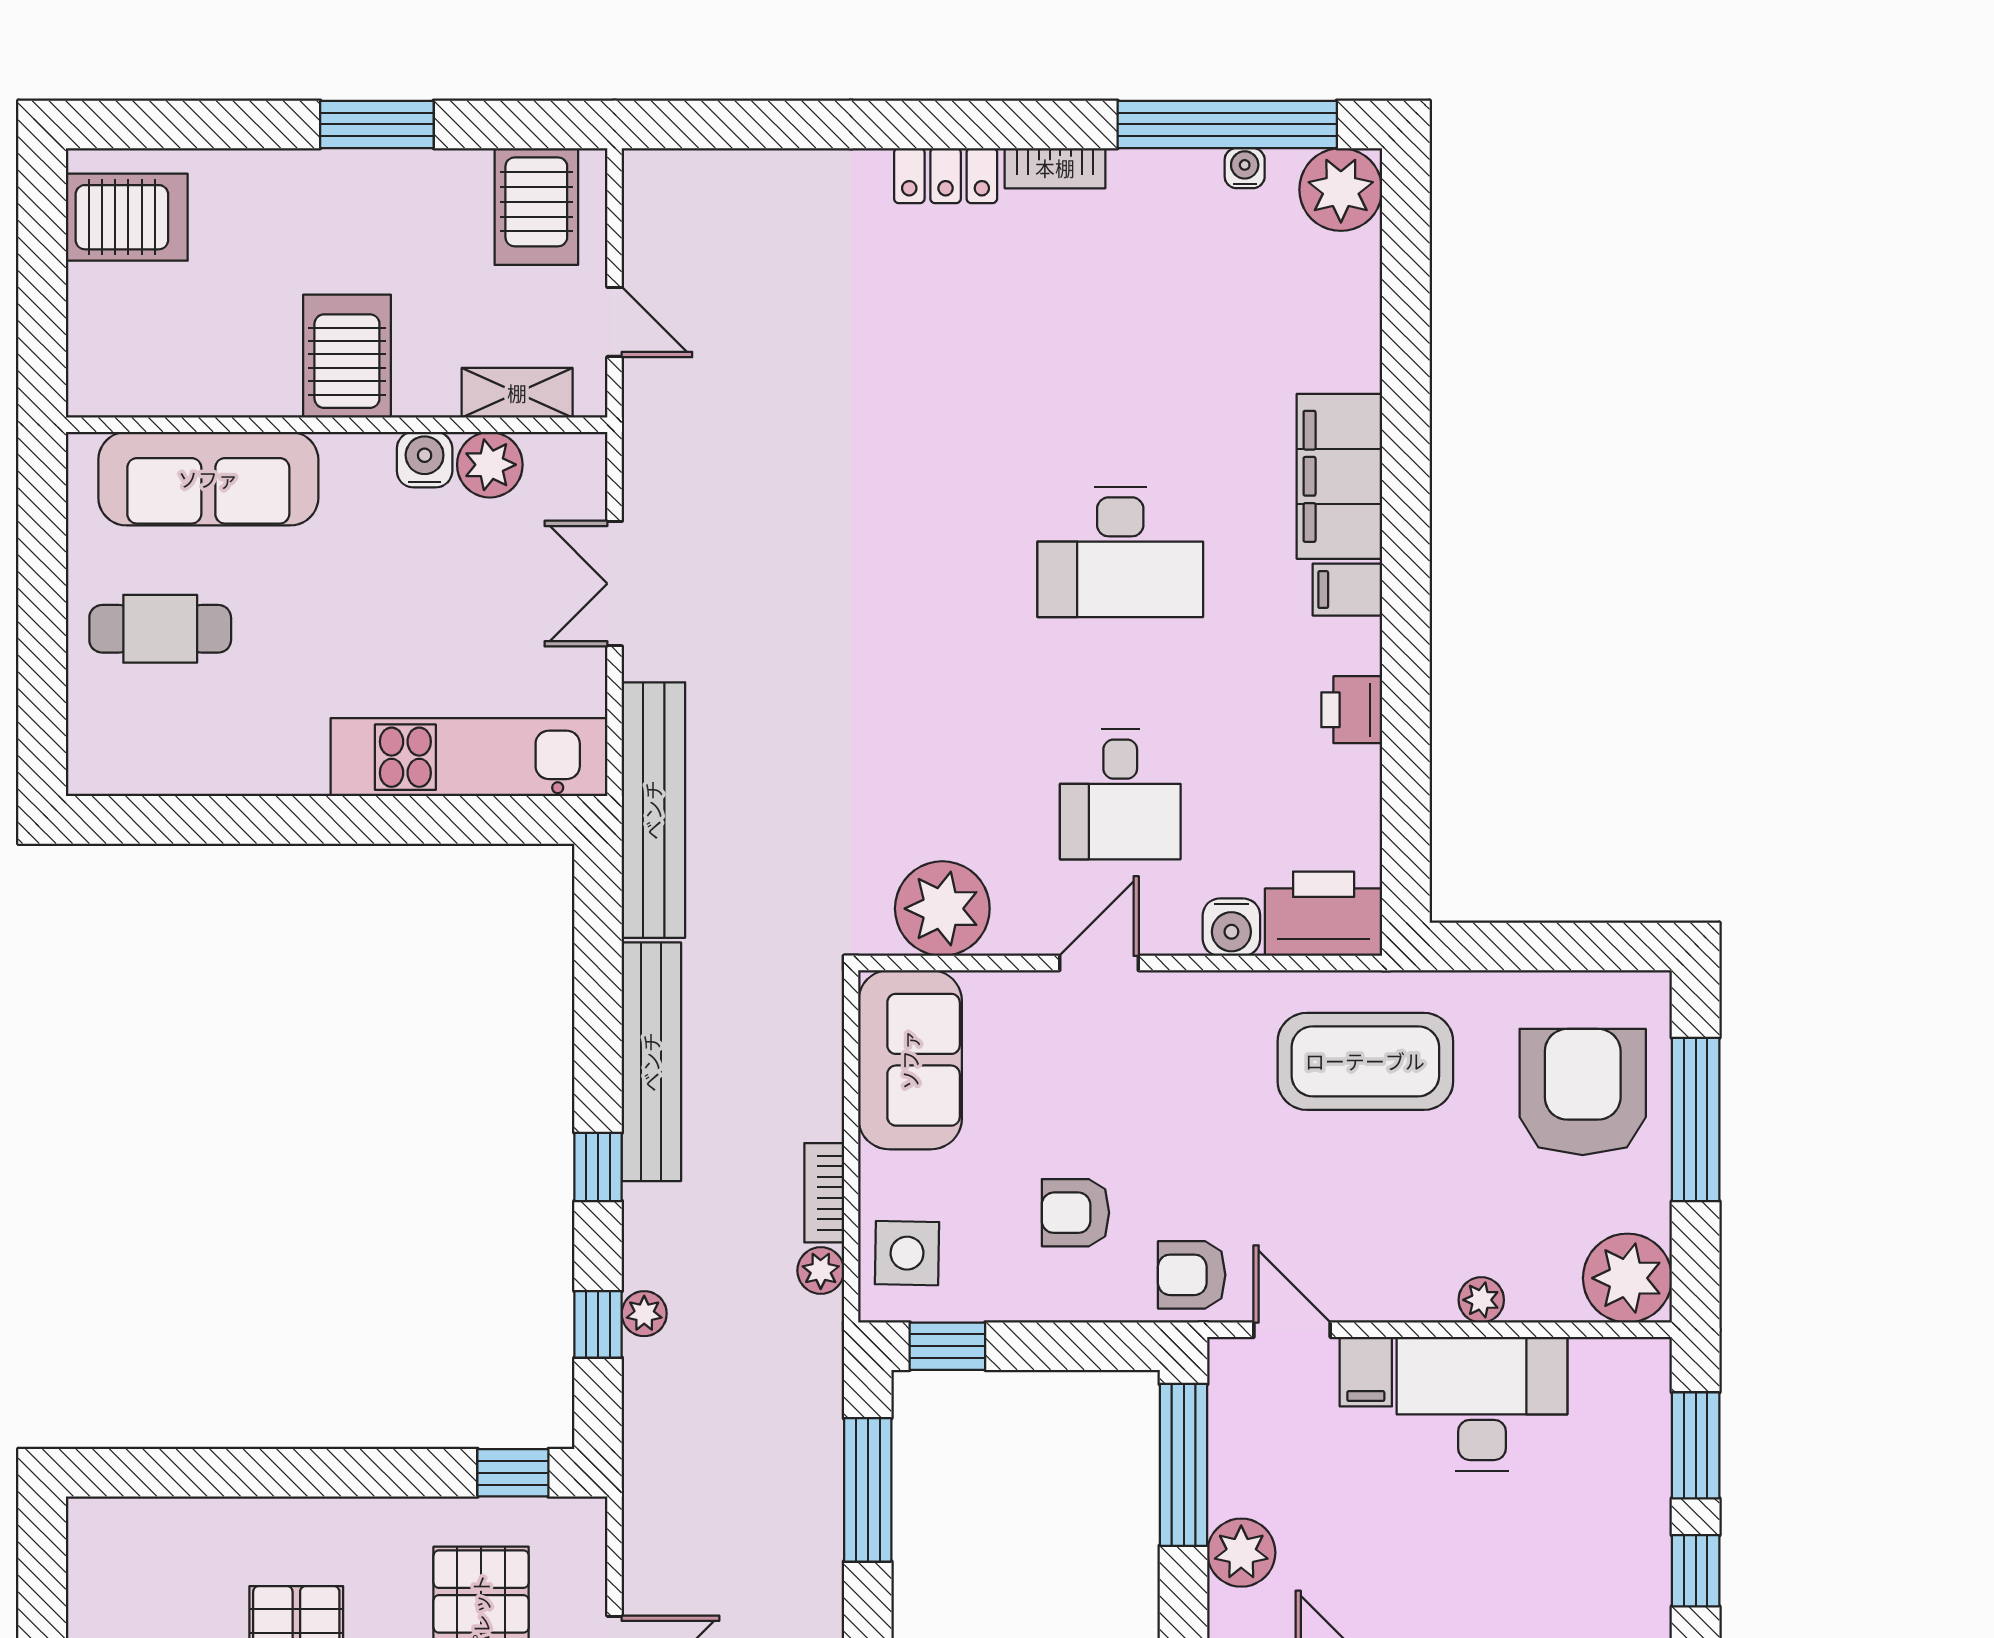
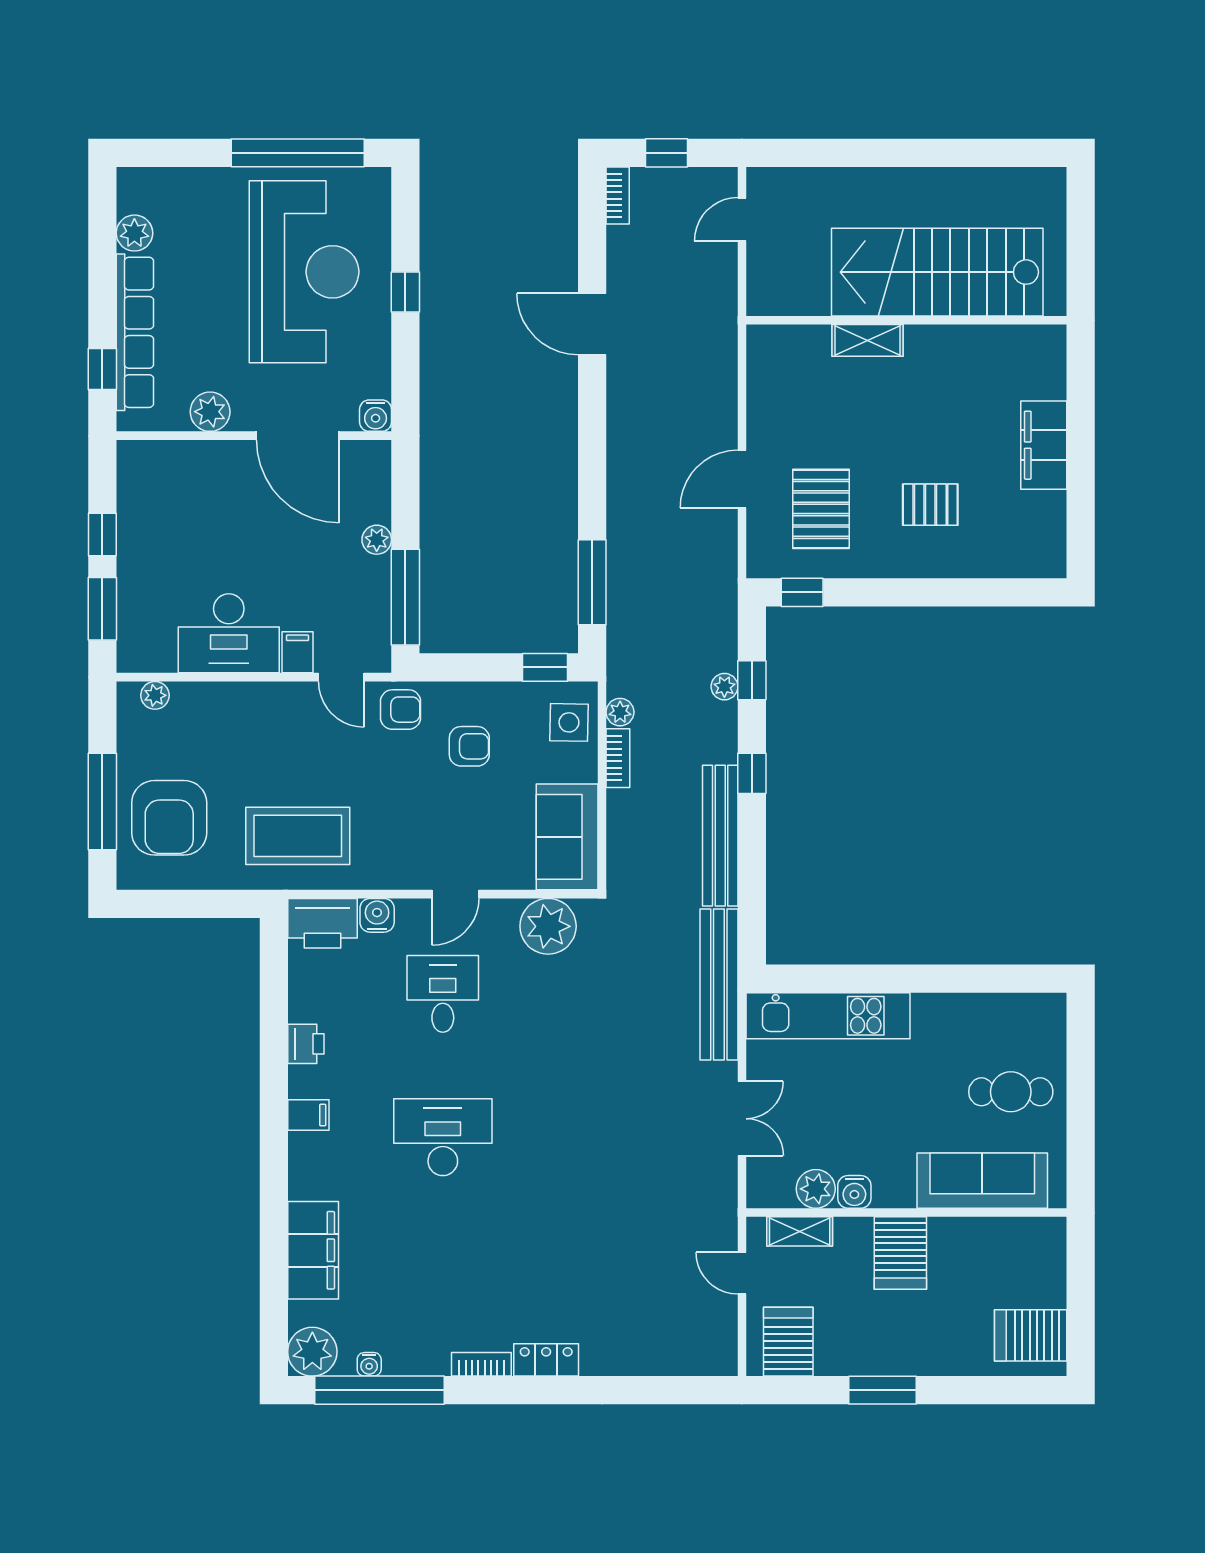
filing cabinet: (1339, 476) -> (313, 1250), moved
plant: (1627, 1278) -> (155, 695), width x0.53, depth x0.53
plant: (1481, 1300) -> (229, 695), removed
plant: (1241, 1553) -> (377, 540), width x0.73, depth x0.73

